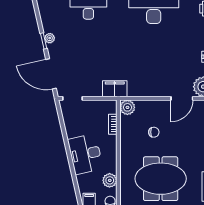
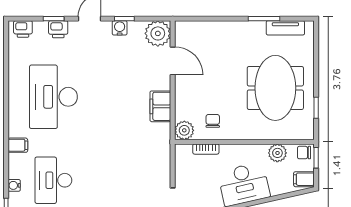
filing cabinet: (115, 89) -> (160, 106), moved
chair: (154, 132) -> (213, 121), moved

